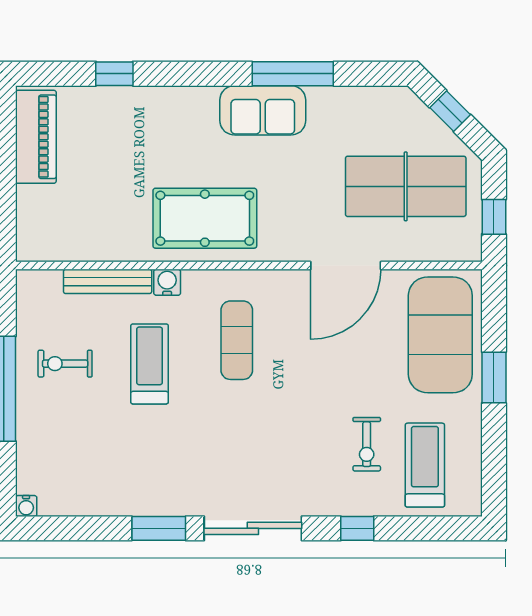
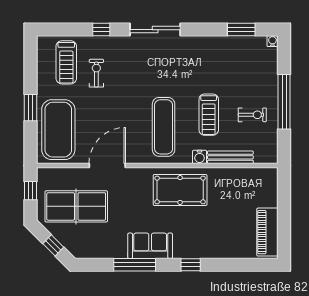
window: (114, 74) -> (191, 265), moved
exercise mat: (237, 340) -> (164, 127), width x1.36, depth x1.45
window: (159, 528) -> (241, 30), moved

